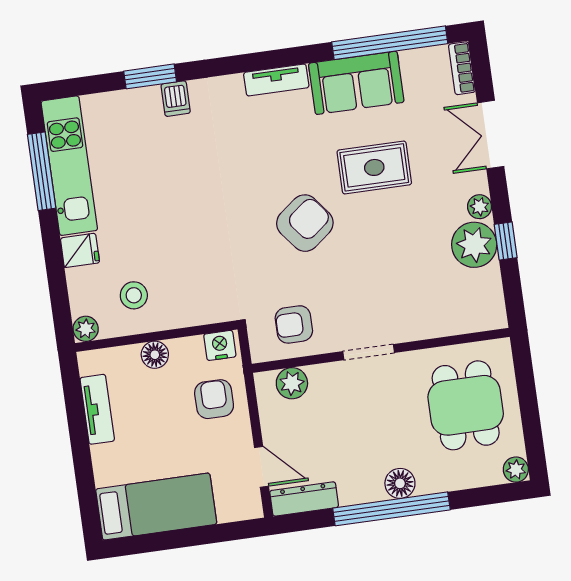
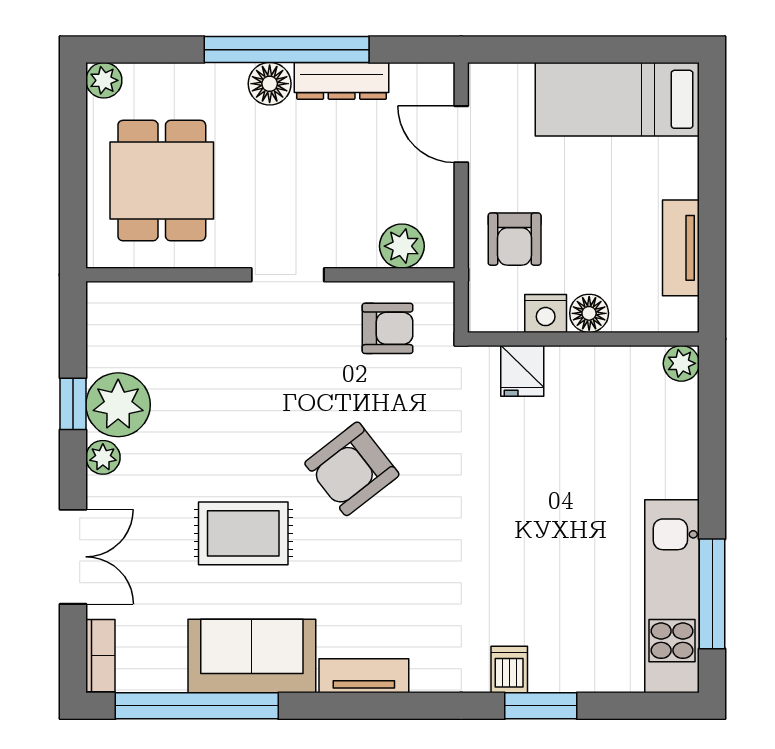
fridge: (80, 250) -> (522, 371), moved, turned -90
stool: (134, 295) -> (607, 401), removed
nightstand: (220, 345) -> (546, 313), moved
dresser: (304, 499) -> (342, 81), moved

